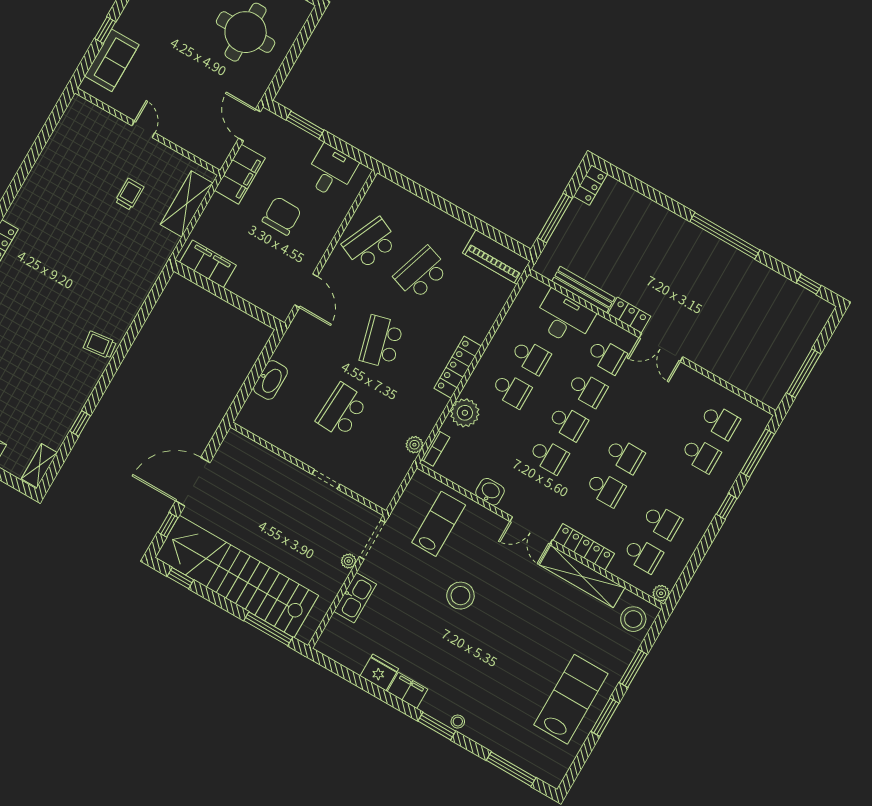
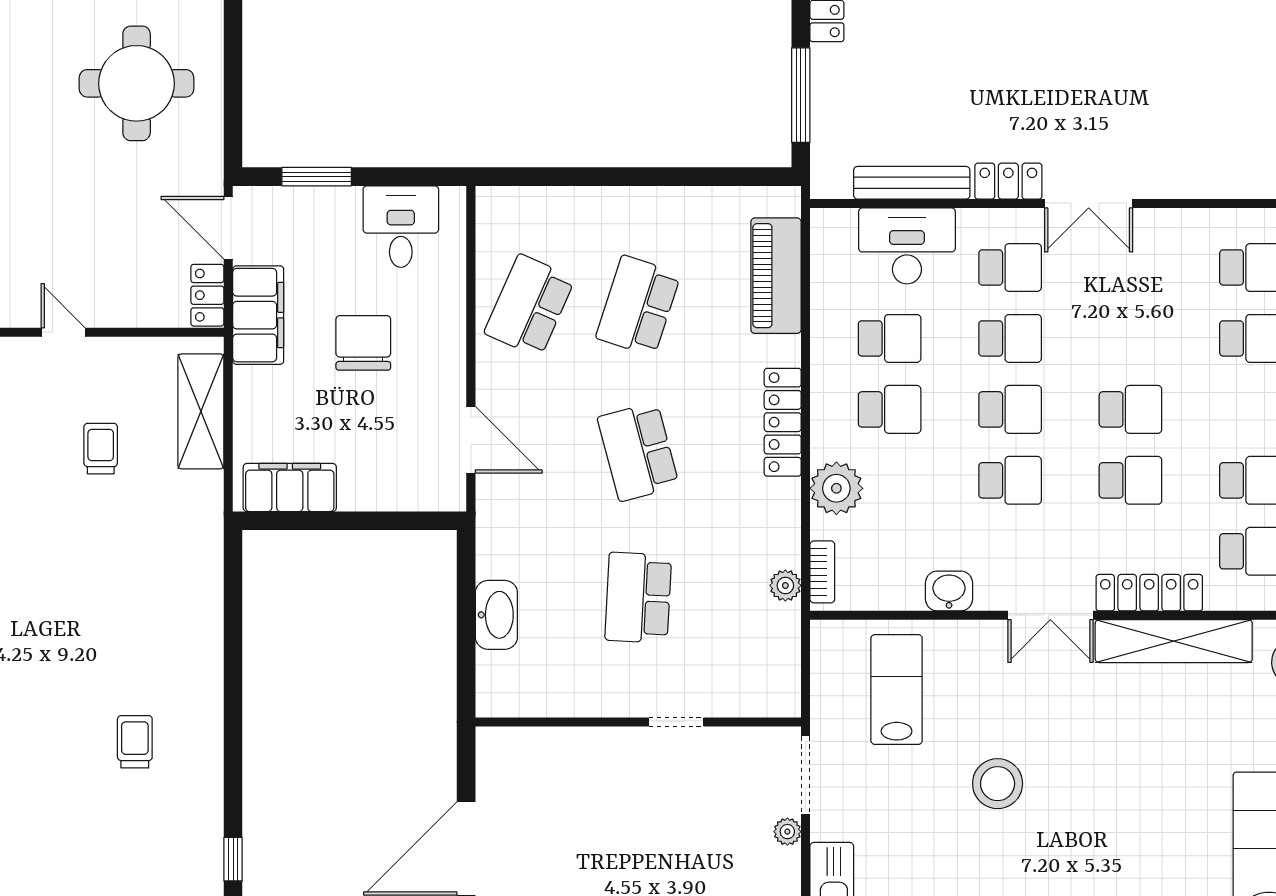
locker: (221, 151) -> (207, 295), added
piano: (496, 257) -> (776, 276), moved, turned 90
trolley: (100, 345) -> (135, 742), moved, turned 97

